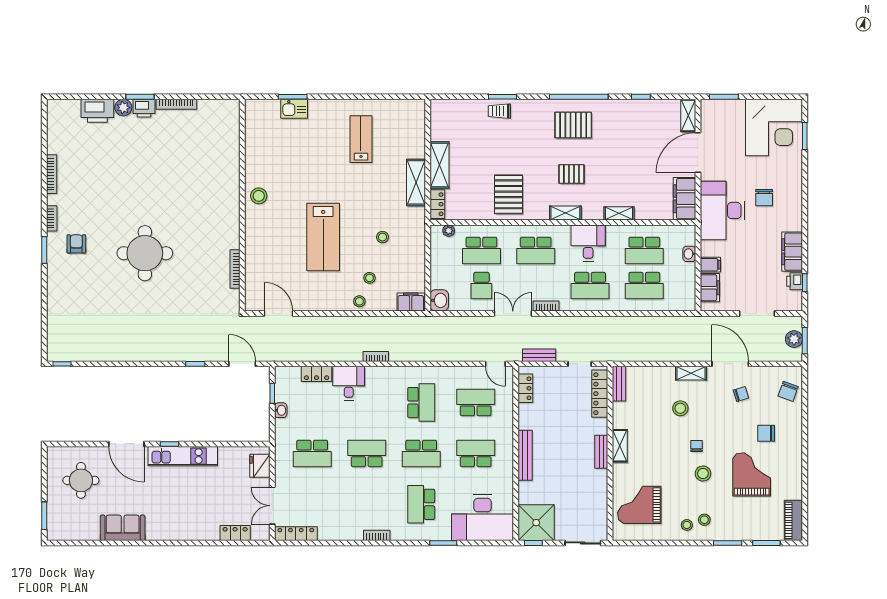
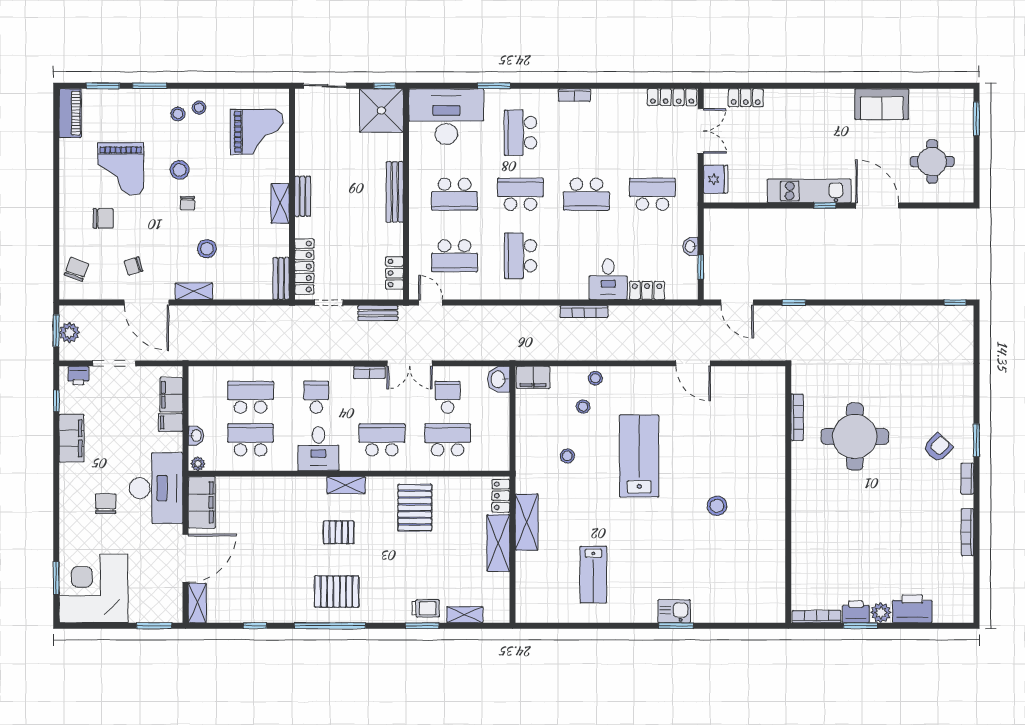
wall: (242, 205) -> (788, 495), moved
shelving: (619, 213) -> (465, 615), moved
plant: (449, 231) -> (198, 464), moved
armchair: (76, 244) -> (938, 448), turned -136
bookcase: (235, 269) -> (797, 417), moved
printer: (795, 281) -> (78, 376), moved, turned 90
school desk: (590, 286) -> (316, 397), width x0.54
bookcase: (376, 356) -> (584, 312), width x1.56
school desk: (421, 504) -> (520, 133), turned 180

